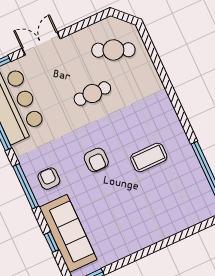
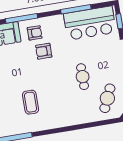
armchair: (96, 160) -> (44, 51), moved
window: (26, 186) -> (21, 18), moved

